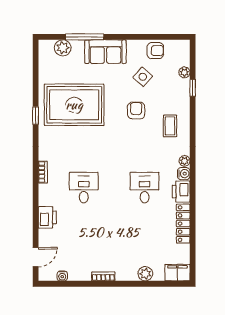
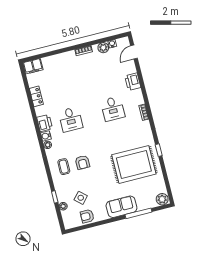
plant: (63, 48) -> (162, 199), moved
side table: (143, 77) -> (81, 198), moved
armchair: (136, 111) -> (82, 162), moved
locker: (183, 224) -> (36, 96), width x0.66
plant: (145, 274) -> (103, 48), moved

